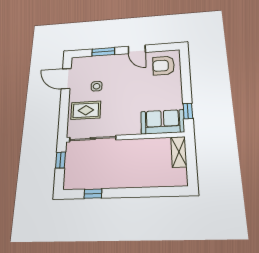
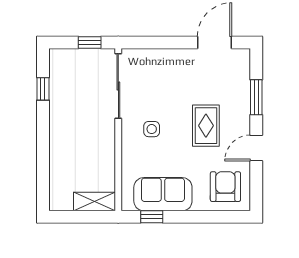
side table: (97, 86) -> (152, 129), moved
rug: (86, 110) -> (206, 126), moved
sofa: (163, 122) -> (163, 194), moved, turned -90

